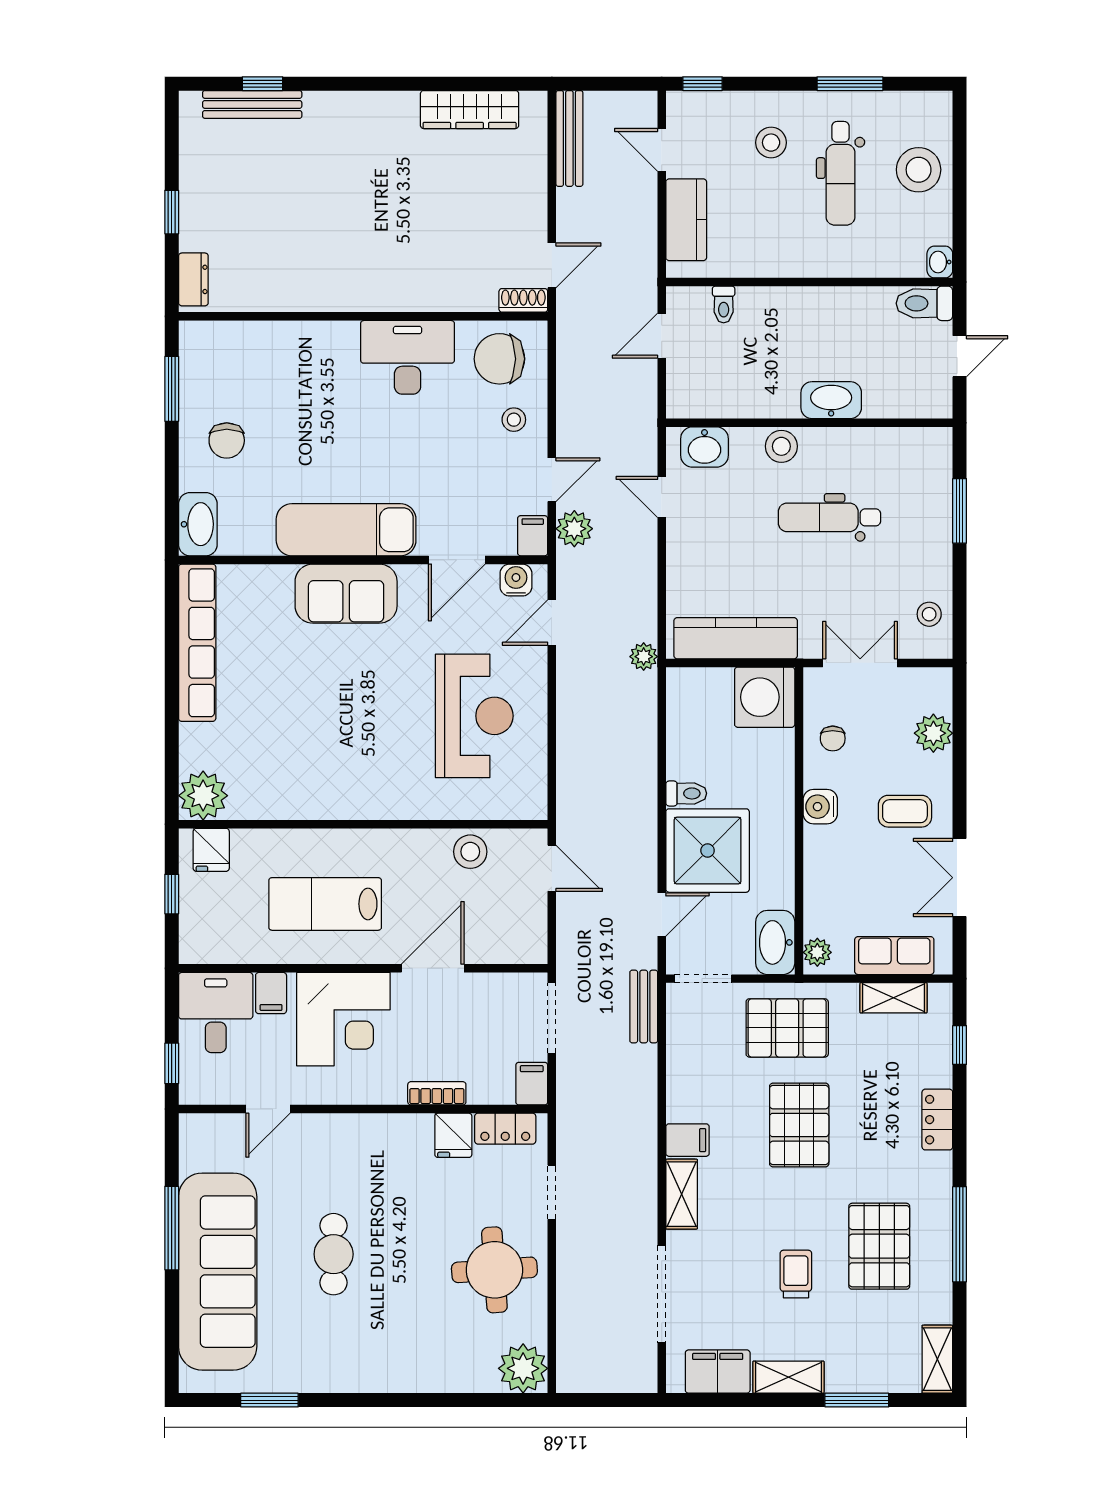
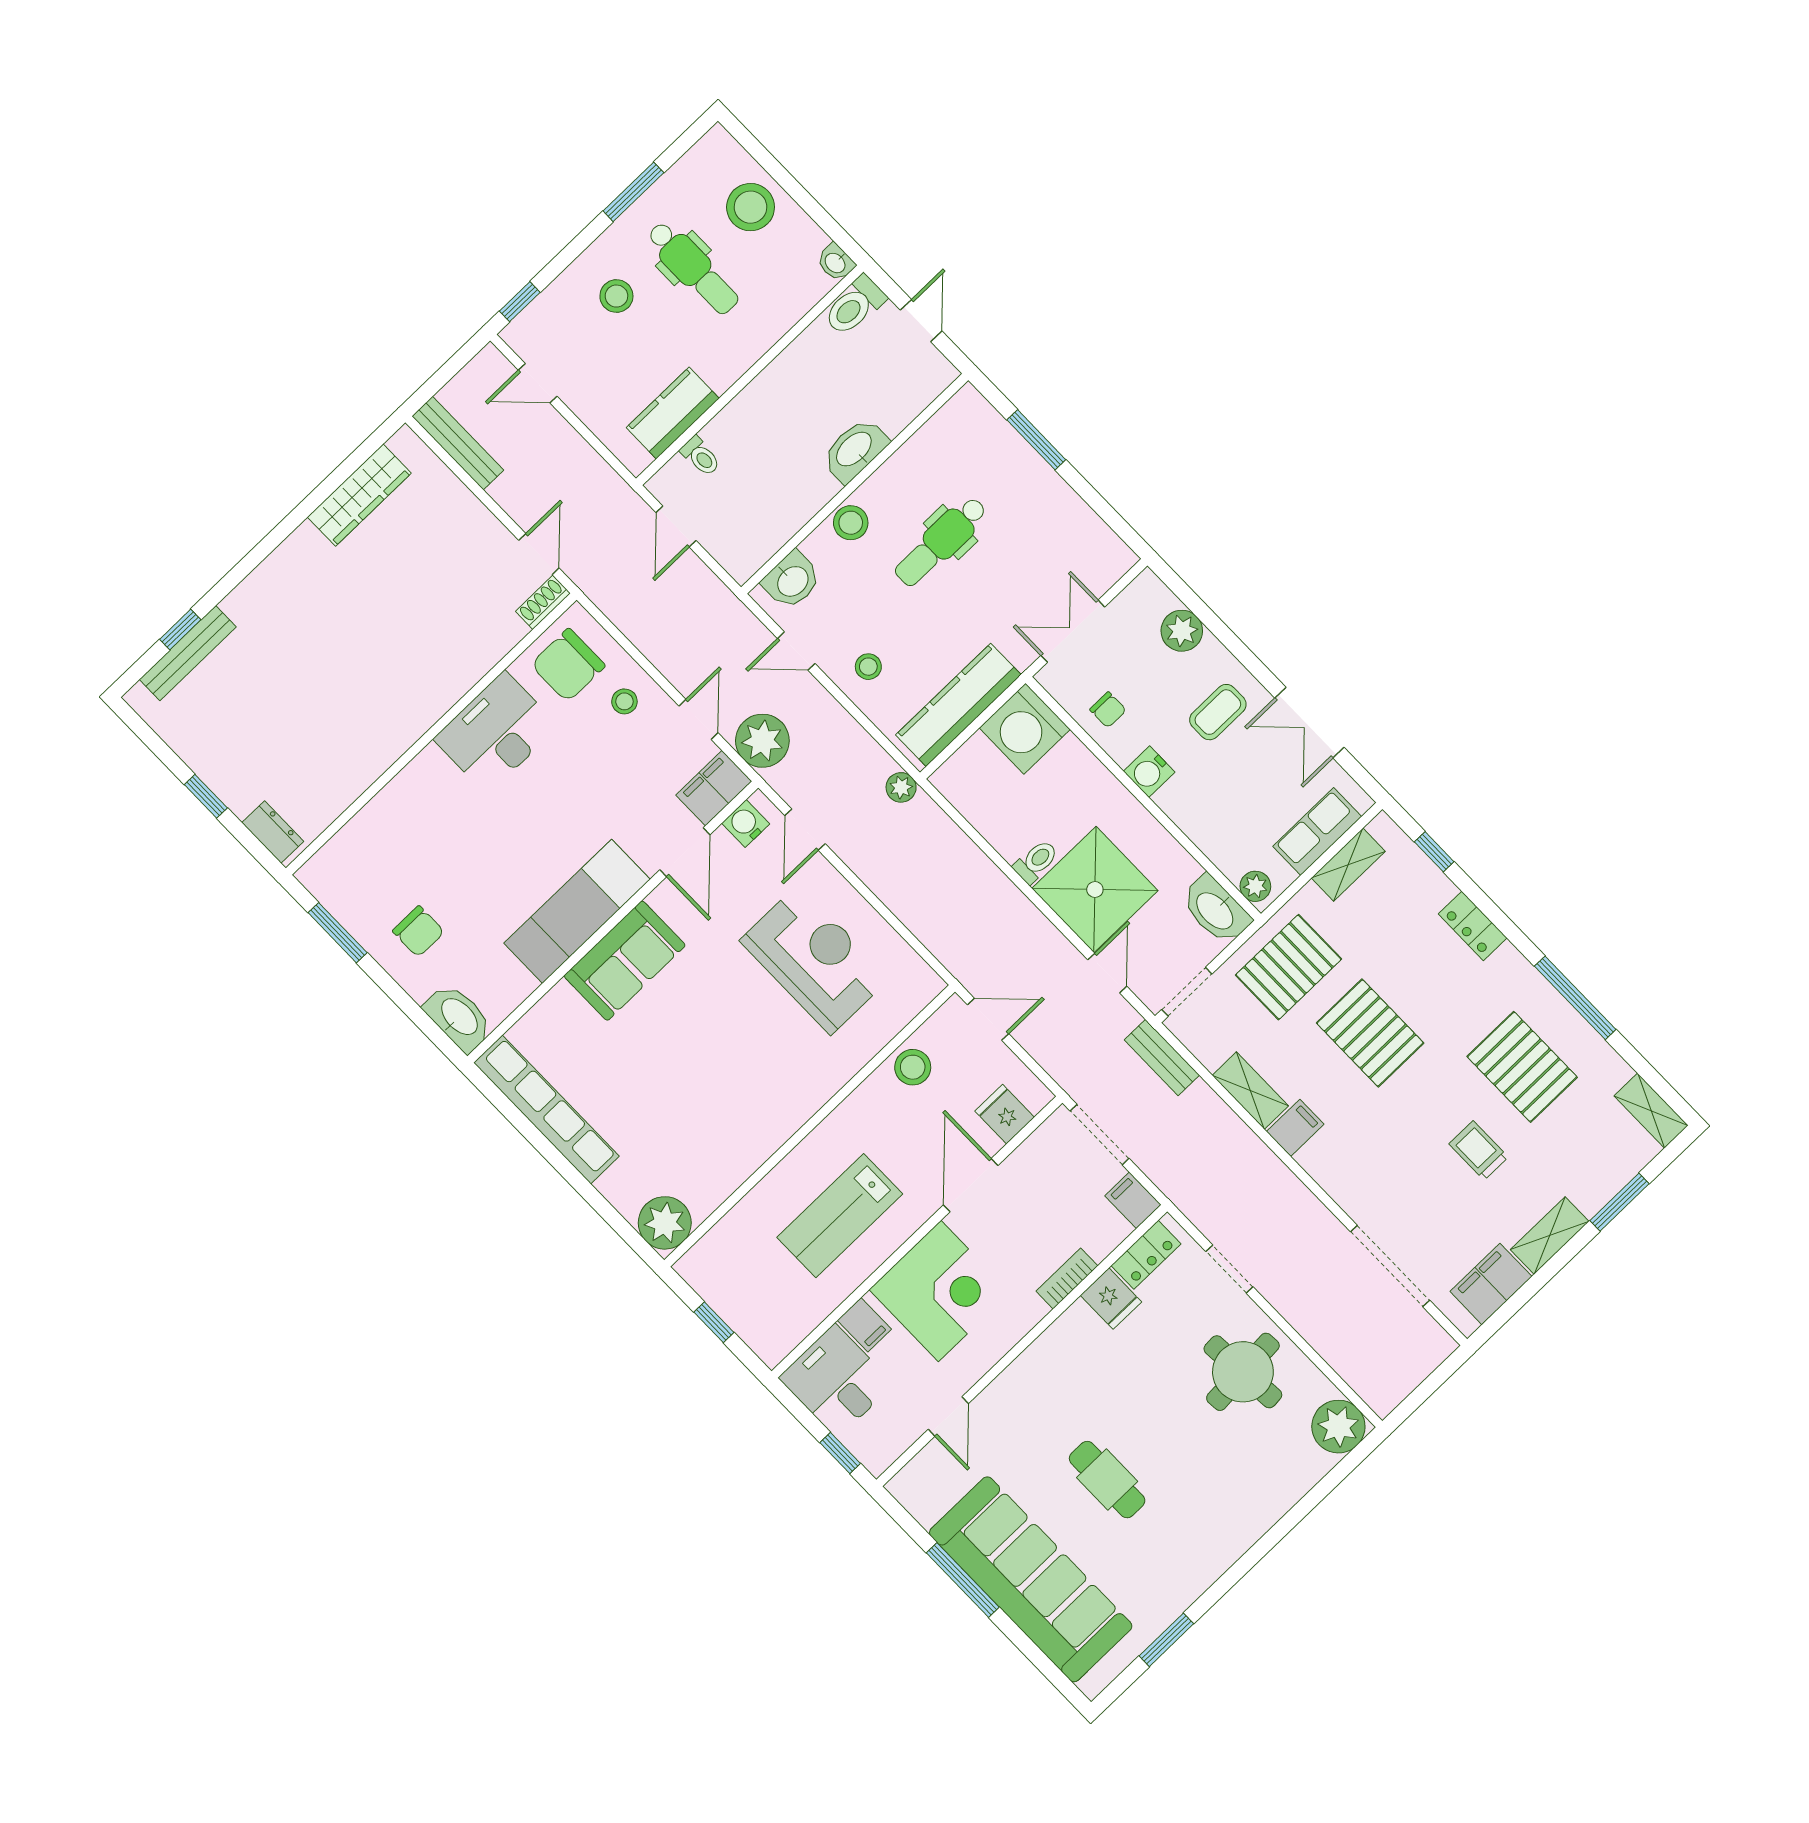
kitchen counter: (686, 220) -> (673, 413), moved, turned -90
plant: (574, 529) -> (762, 741), width x1.36, depth x1.36
filing cabinet: (533, 536) -> (714, 788), width x2.00
stool: (929, 614) -> (868, 667), moved
fridge: (211, 850) -> (1005, 1114), moved, turned 180
shelving: (682, 1194) -> (1250, 1091), moved

